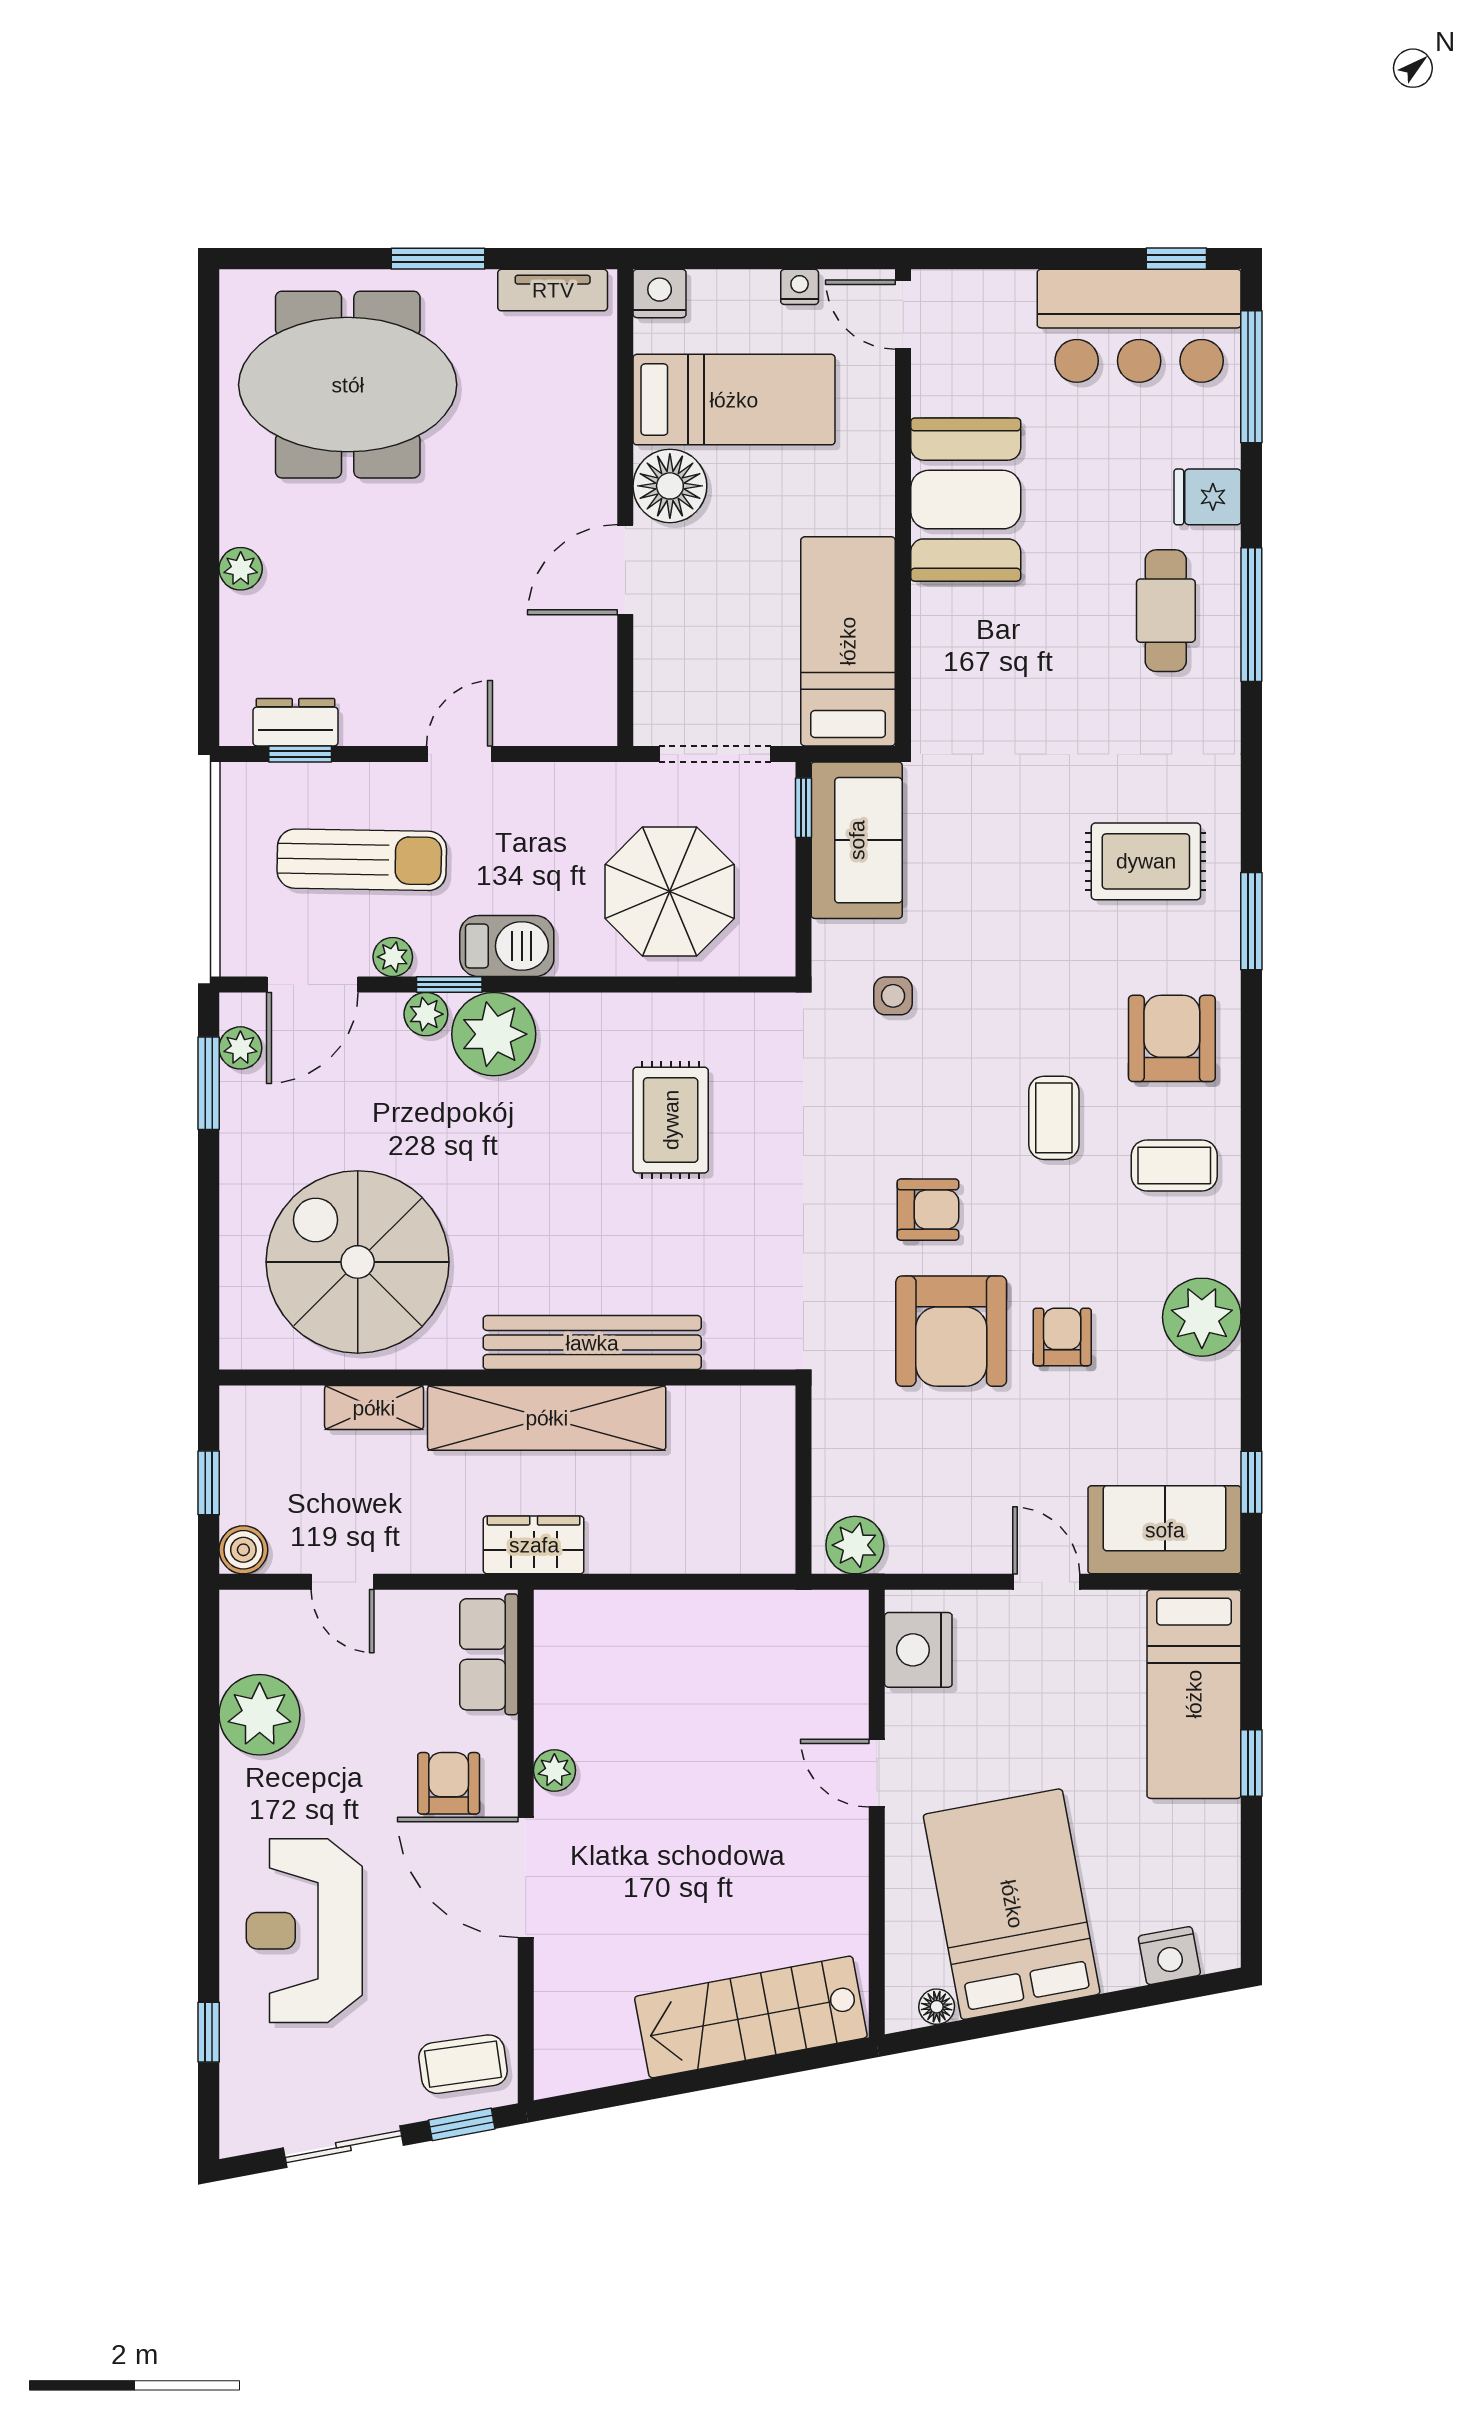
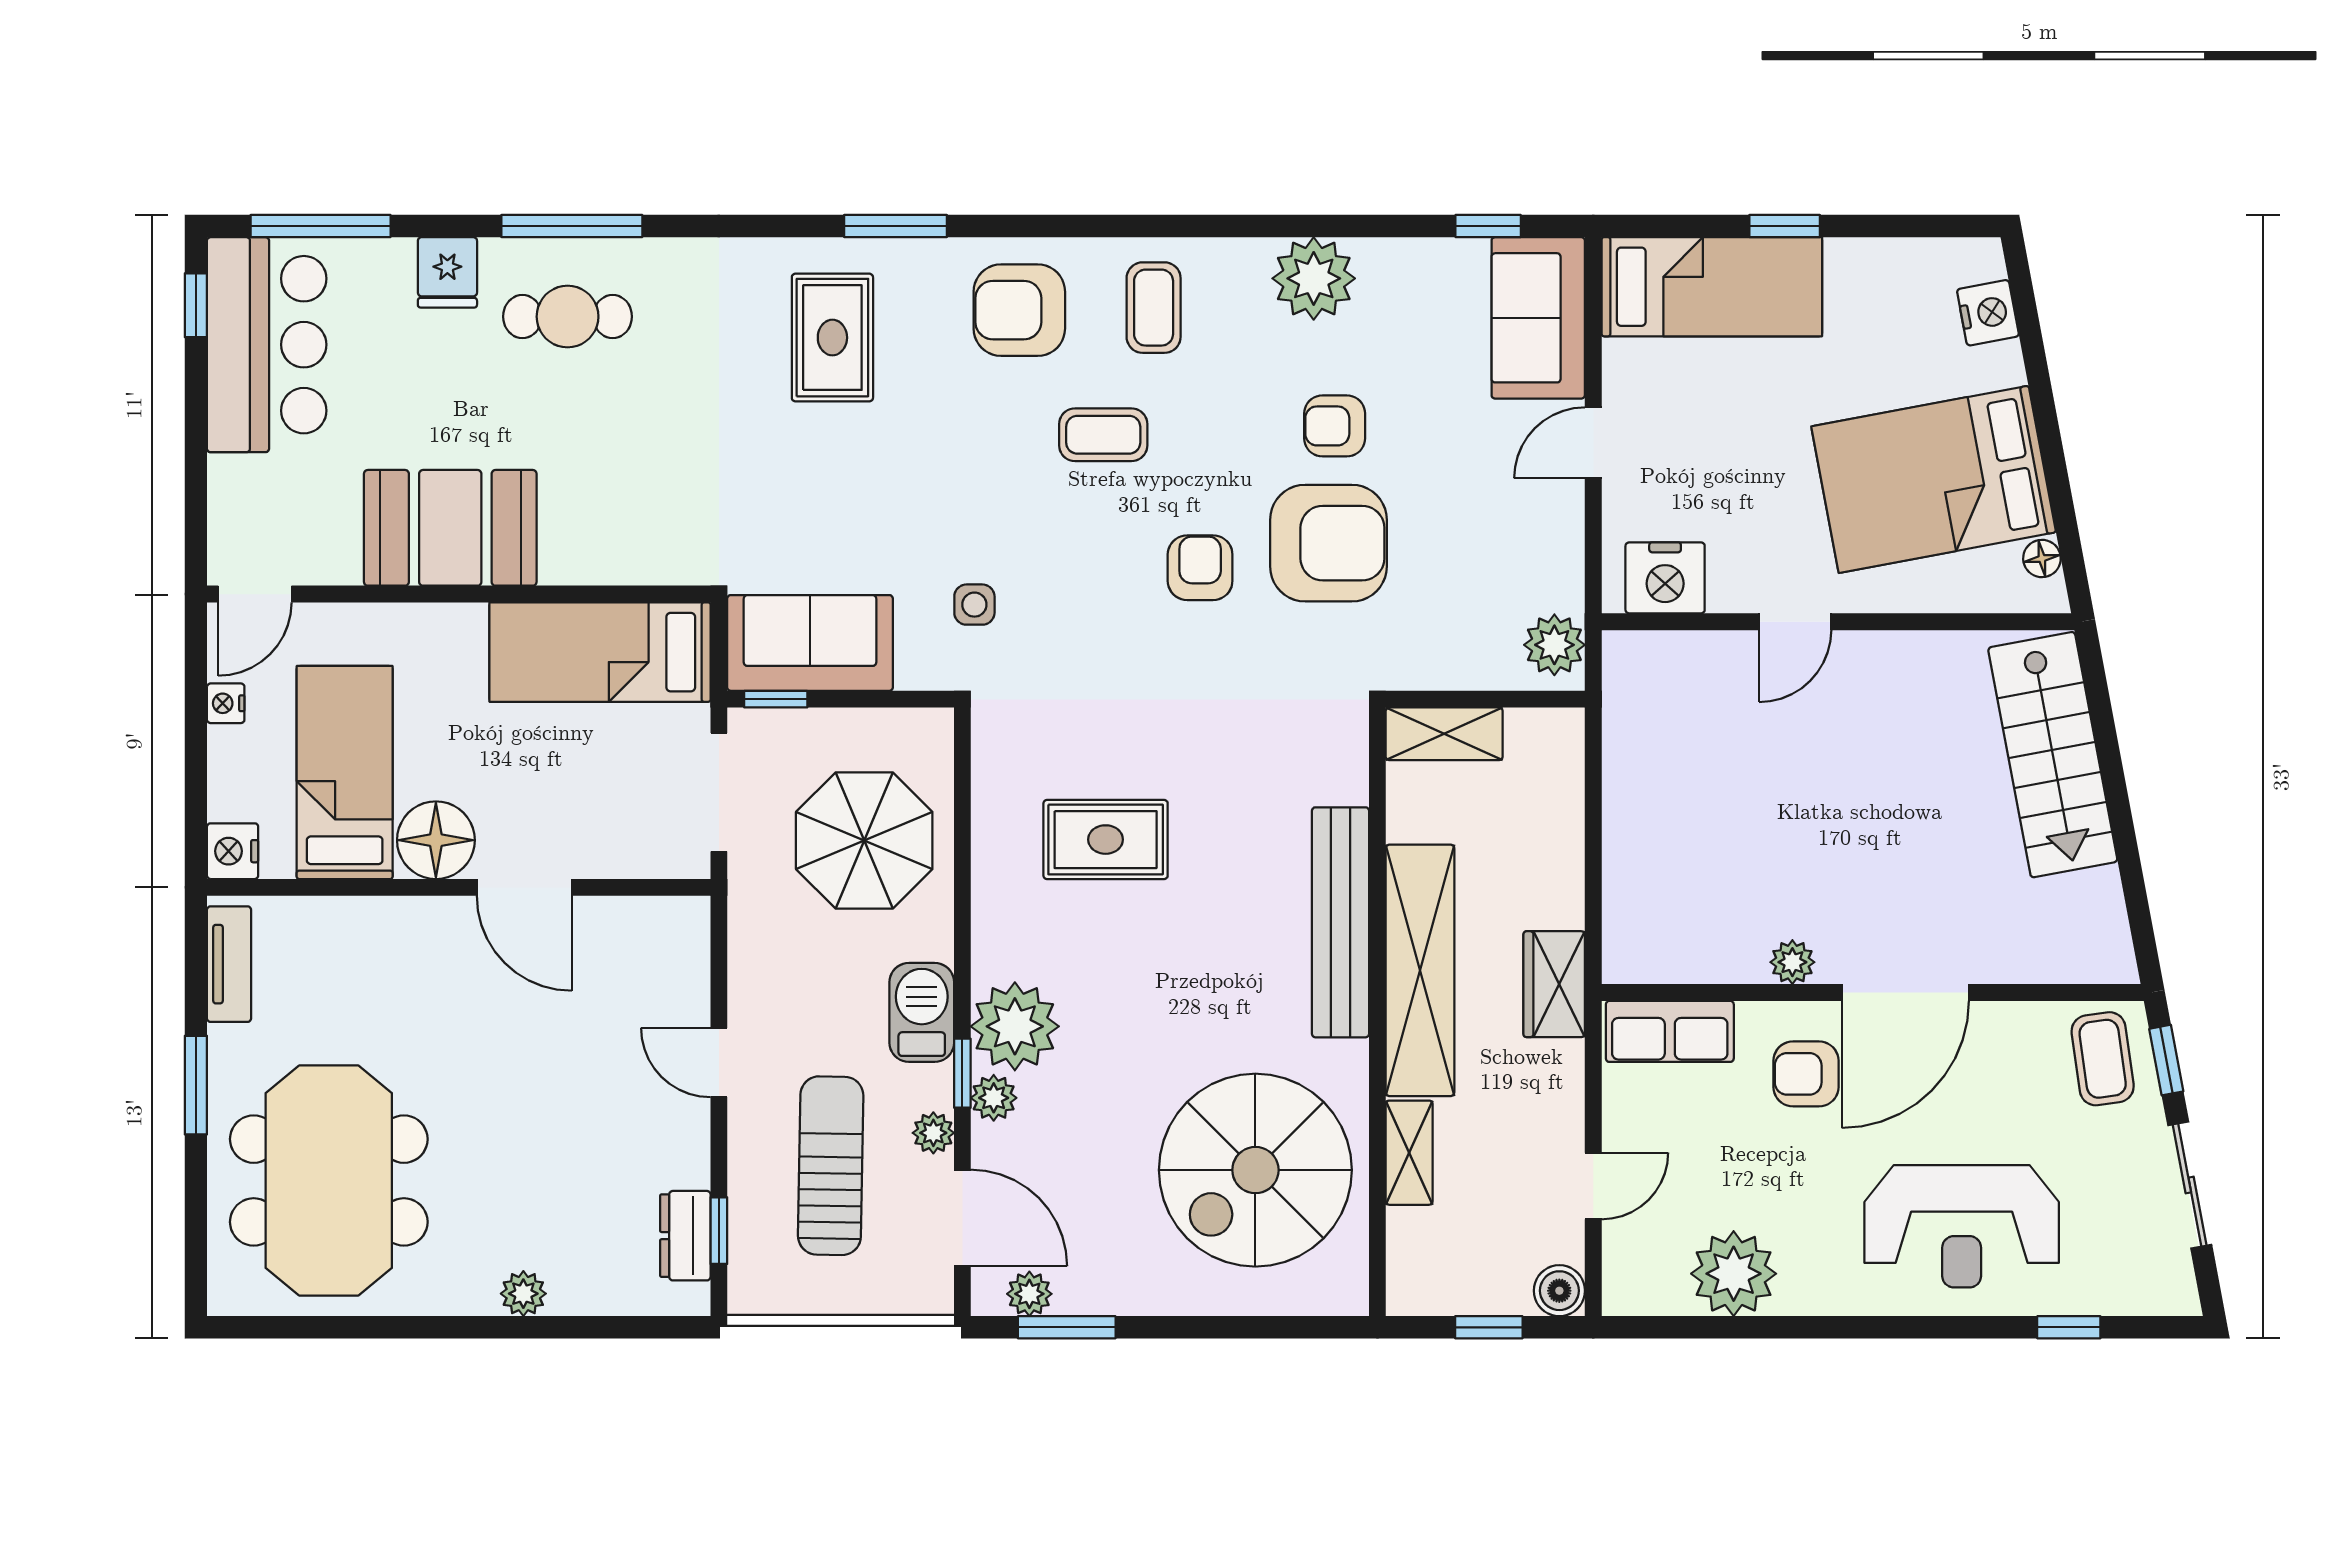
shelving: (771, 1441) -> (1444, 734), added

